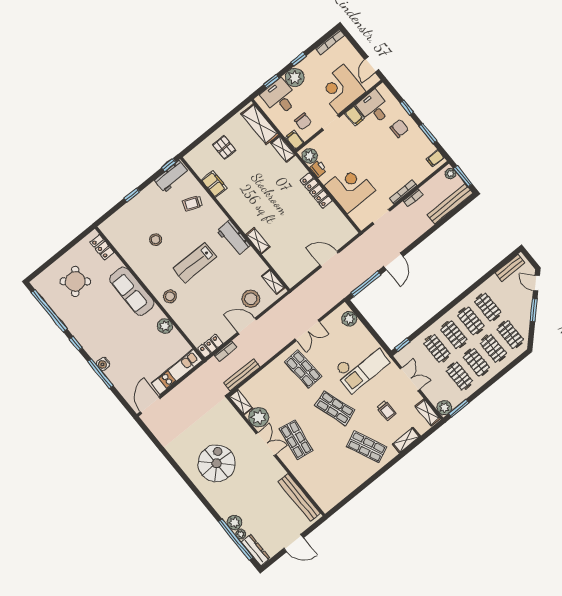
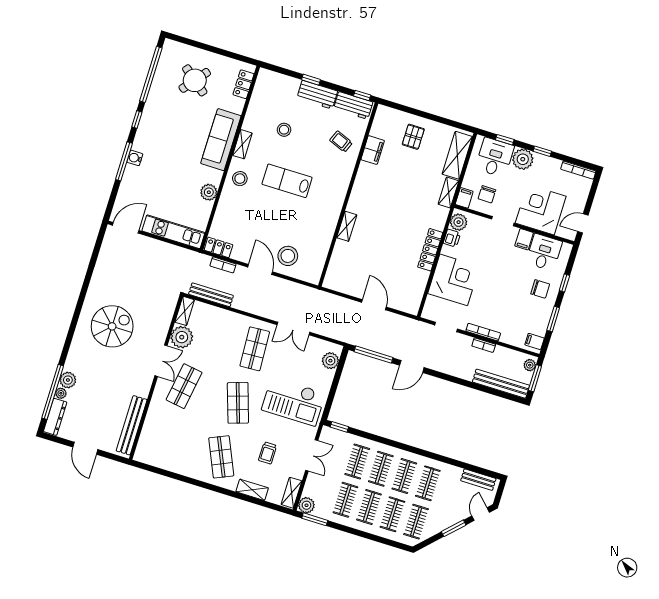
workbench: (233, 238) -> (317, 95), moved, turned -90
shelving: (273, 282) -> (242, 144), moved

